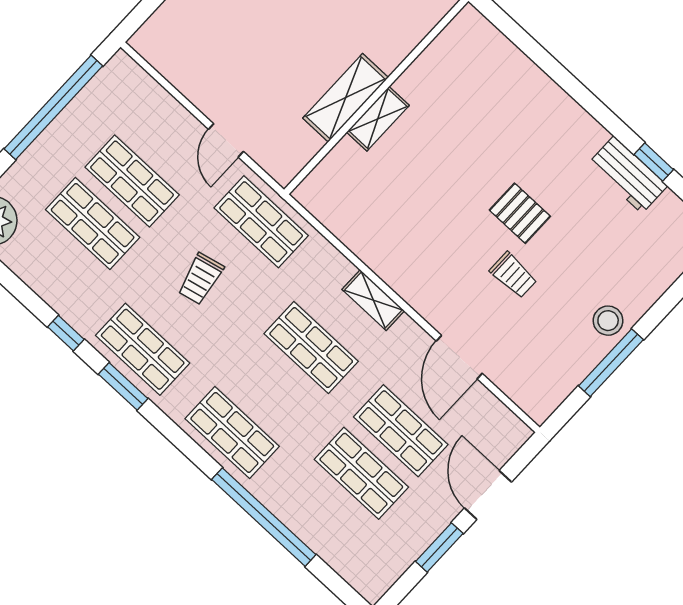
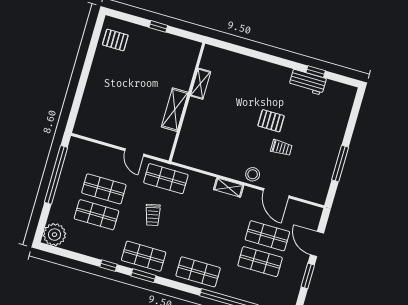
shelving: (378, 119) -> (200, 84), moved
stool: (608, 321) -> (253, 174), moved
shop shelf: (311, 348) -> (213, 220), removed

